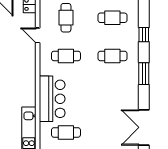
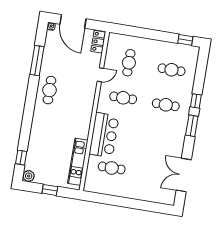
door: (38, 35) -> (100, 75), swing flipped
window: (144, 35) -> (196, 101), moved

